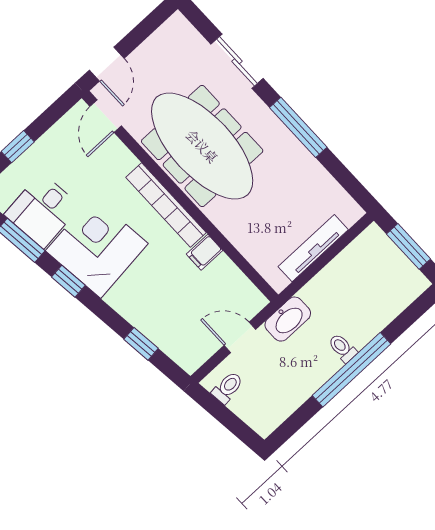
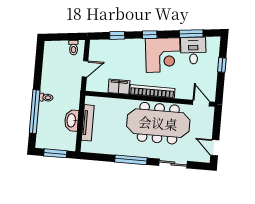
door: (107, 64) -> (215, 148), moved
filing cabinet: (204, 252) -> (119, 87), width x2.00
window: (68, 281) -> (150, 35), moved
washbasin: (288, 319) -> (72, 120), moved
window: (352, 370) -> (35, 112), moved

